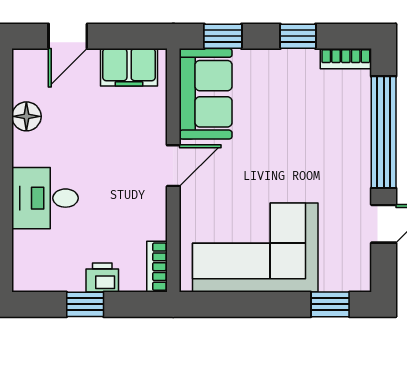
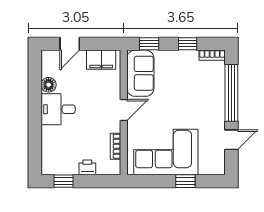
desk: (45, 198) -> (58, 109), moved
bookcase: (157, 267) -> (115, 146), moved
window: (85, 304) -> (63, 181), moved
window: (330, 304) -> (185, 181), moved

